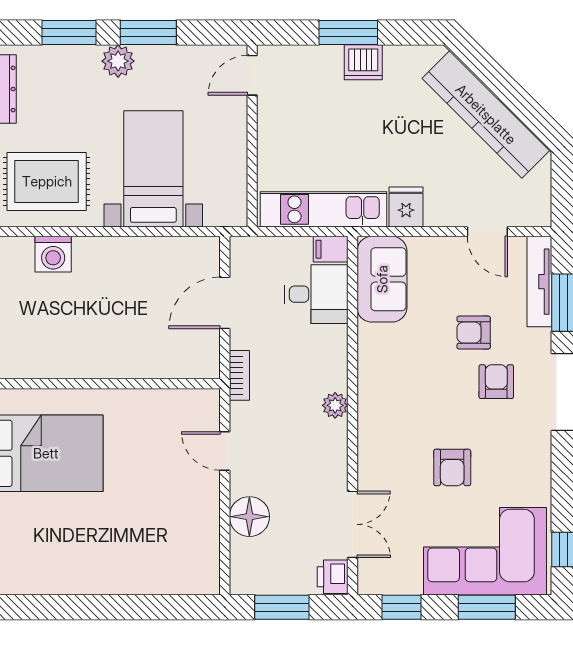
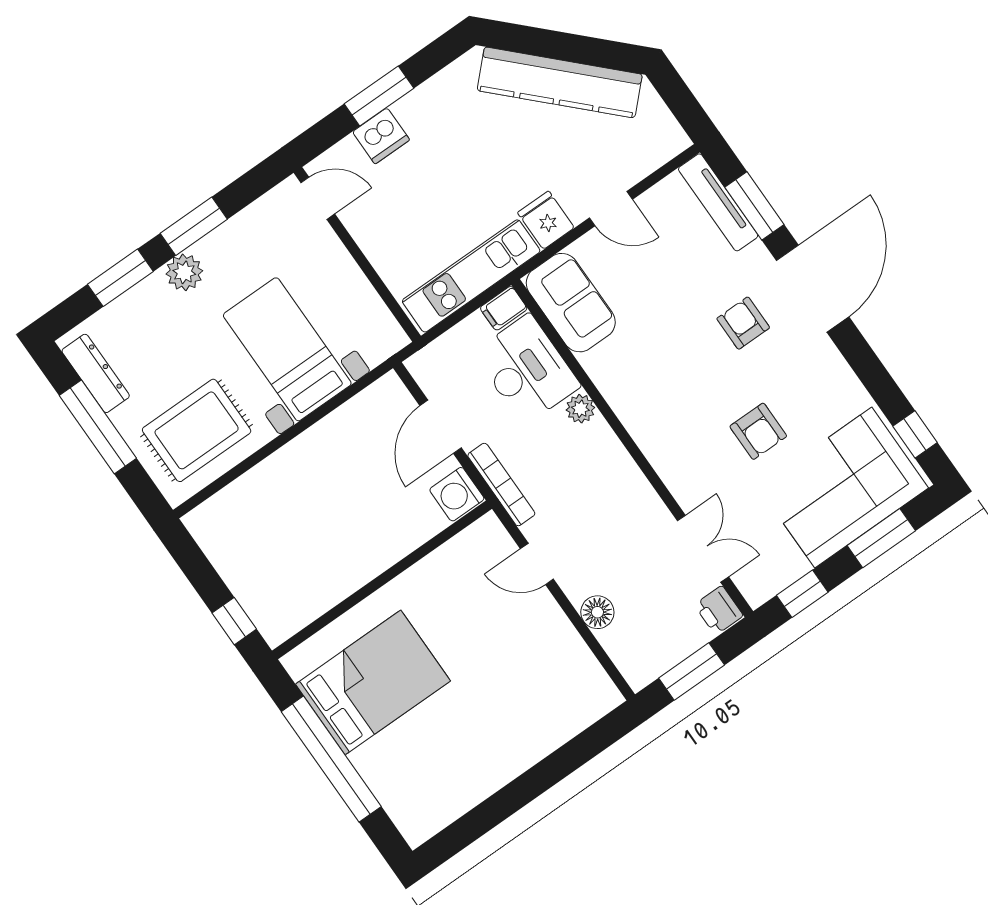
dishwasher: (363, 62) -> (381, 136), moved
door: (252, 75) -> (318, 198), swing flipped
door: (487, 232) -> (611, 209), moved
washing machine: (53, 254) -> (457, 494), moved, turned 90
desk: (316, 294) -> (527, 369), width x1.37
armchair: (474, 333) -> (690, 292), removed
bookcase: (239, 375) -> (501, 485), width x1.56
plant: (335, 405) -> (580, 409), moved
floor lamp: (249, 517) -> (597, 612), width x0.73, depth x0.73

